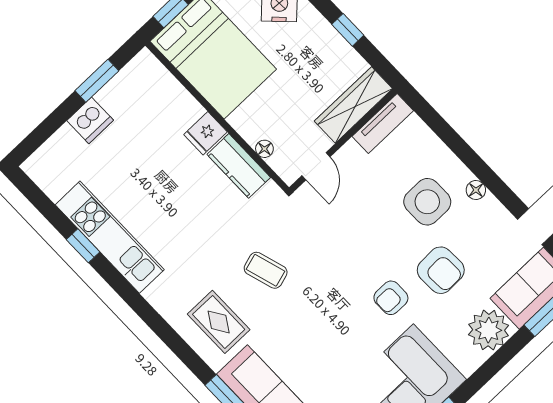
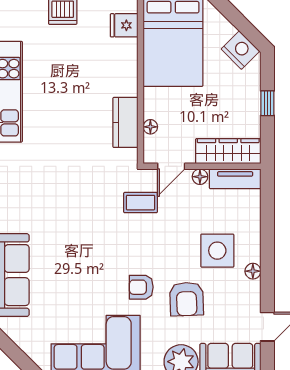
fridge: (205, 133) -> (124, 25), moved
floor lamp: (350, 151) -> (200, 177), added
coffee table: (266, 270) -> (141, 203), moved, turned -73
rug: (219, 322) -> (25, 204), removed

